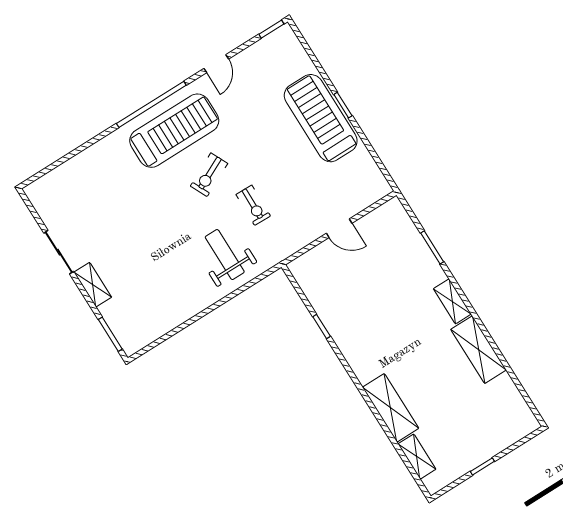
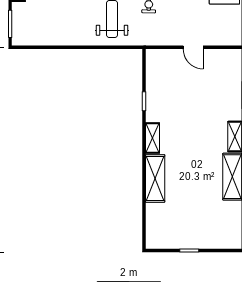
shelving: (417, 457) -> (153, 138), moved

